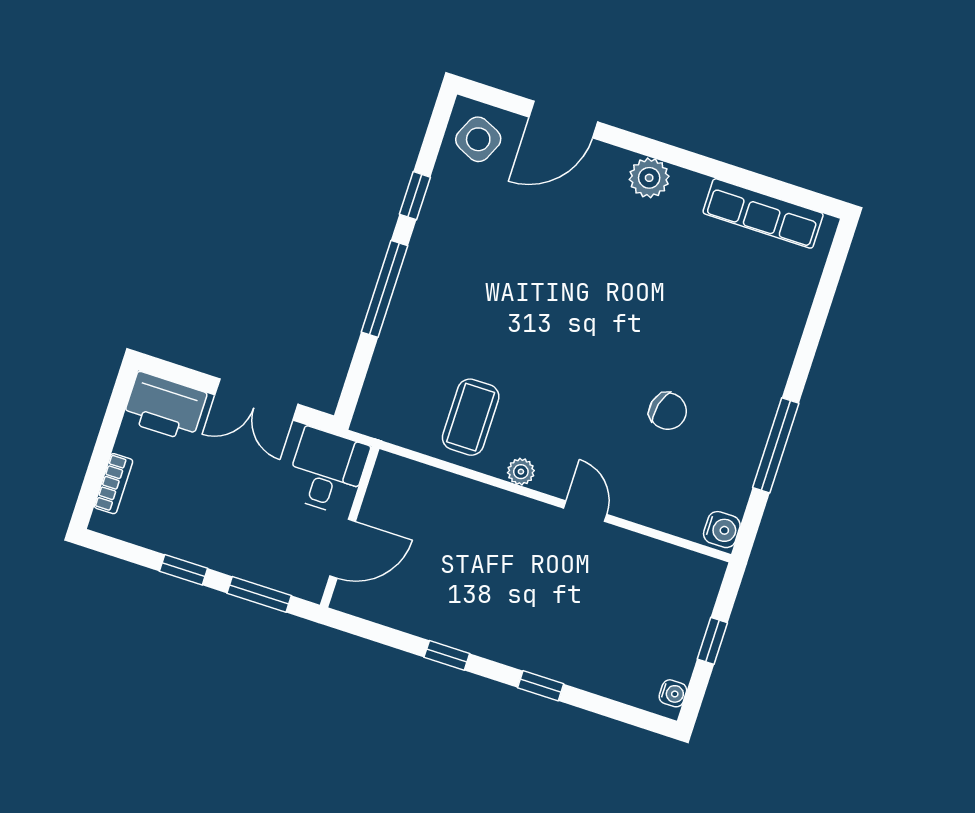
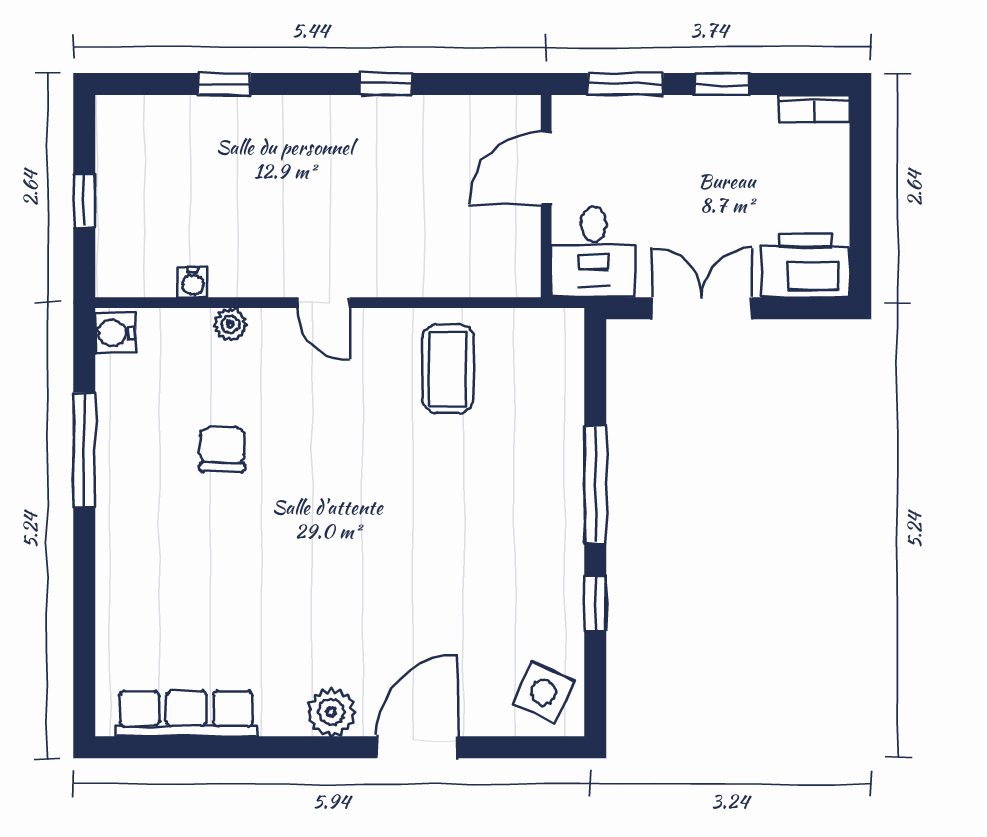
door: (563, 119) -> (417, 747), moved
chair: (668, 411) -> (222, 449), turned 76
plant: (521, 472) -> (230, 324), moved
bookcase: (113, 484) -> (814, 109), moved, turned -90
door: (585, 511) -> (324, 303), moved
window: (541, 686) -> (224, 84), moved
water cooler: (673, 693) -> (193, 282), moved, turned -90

